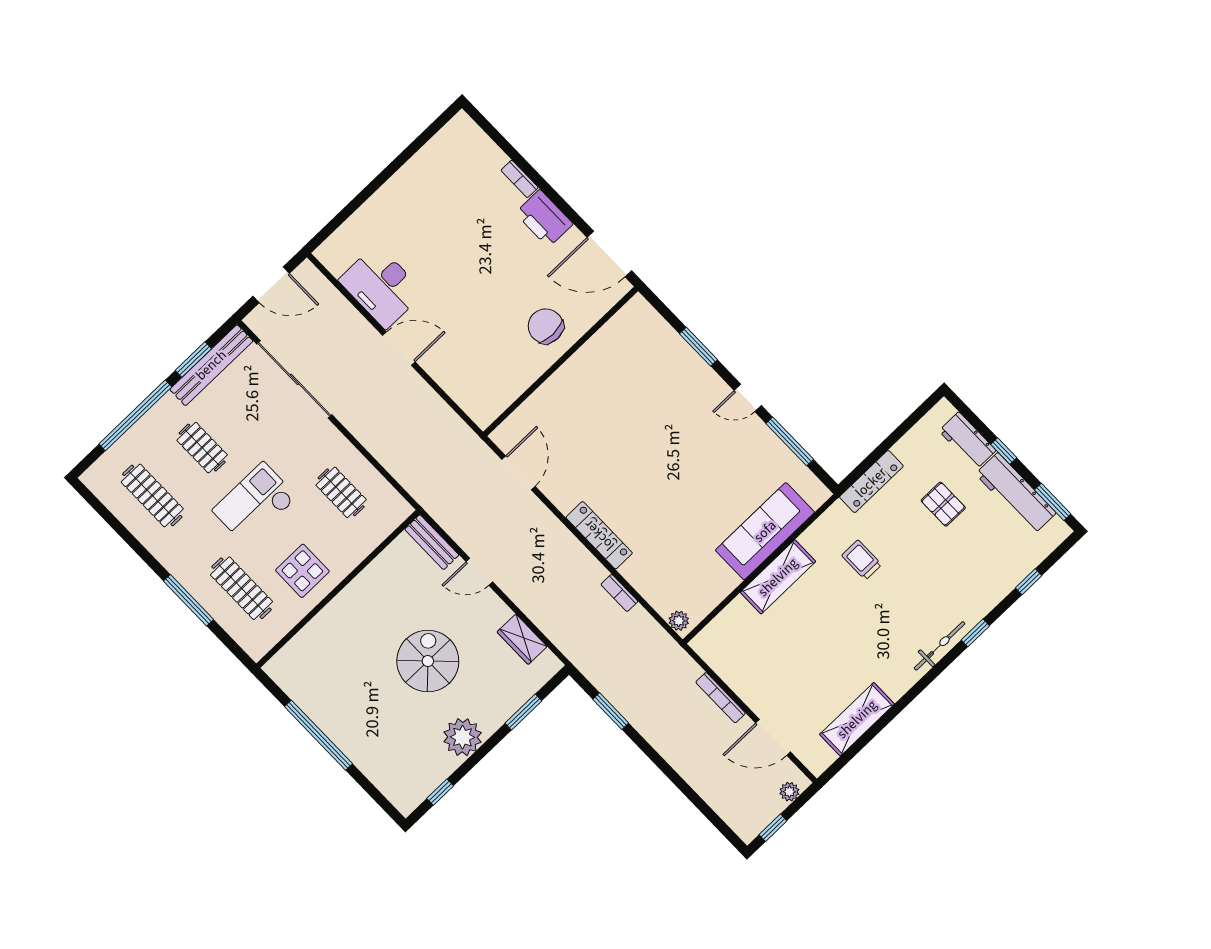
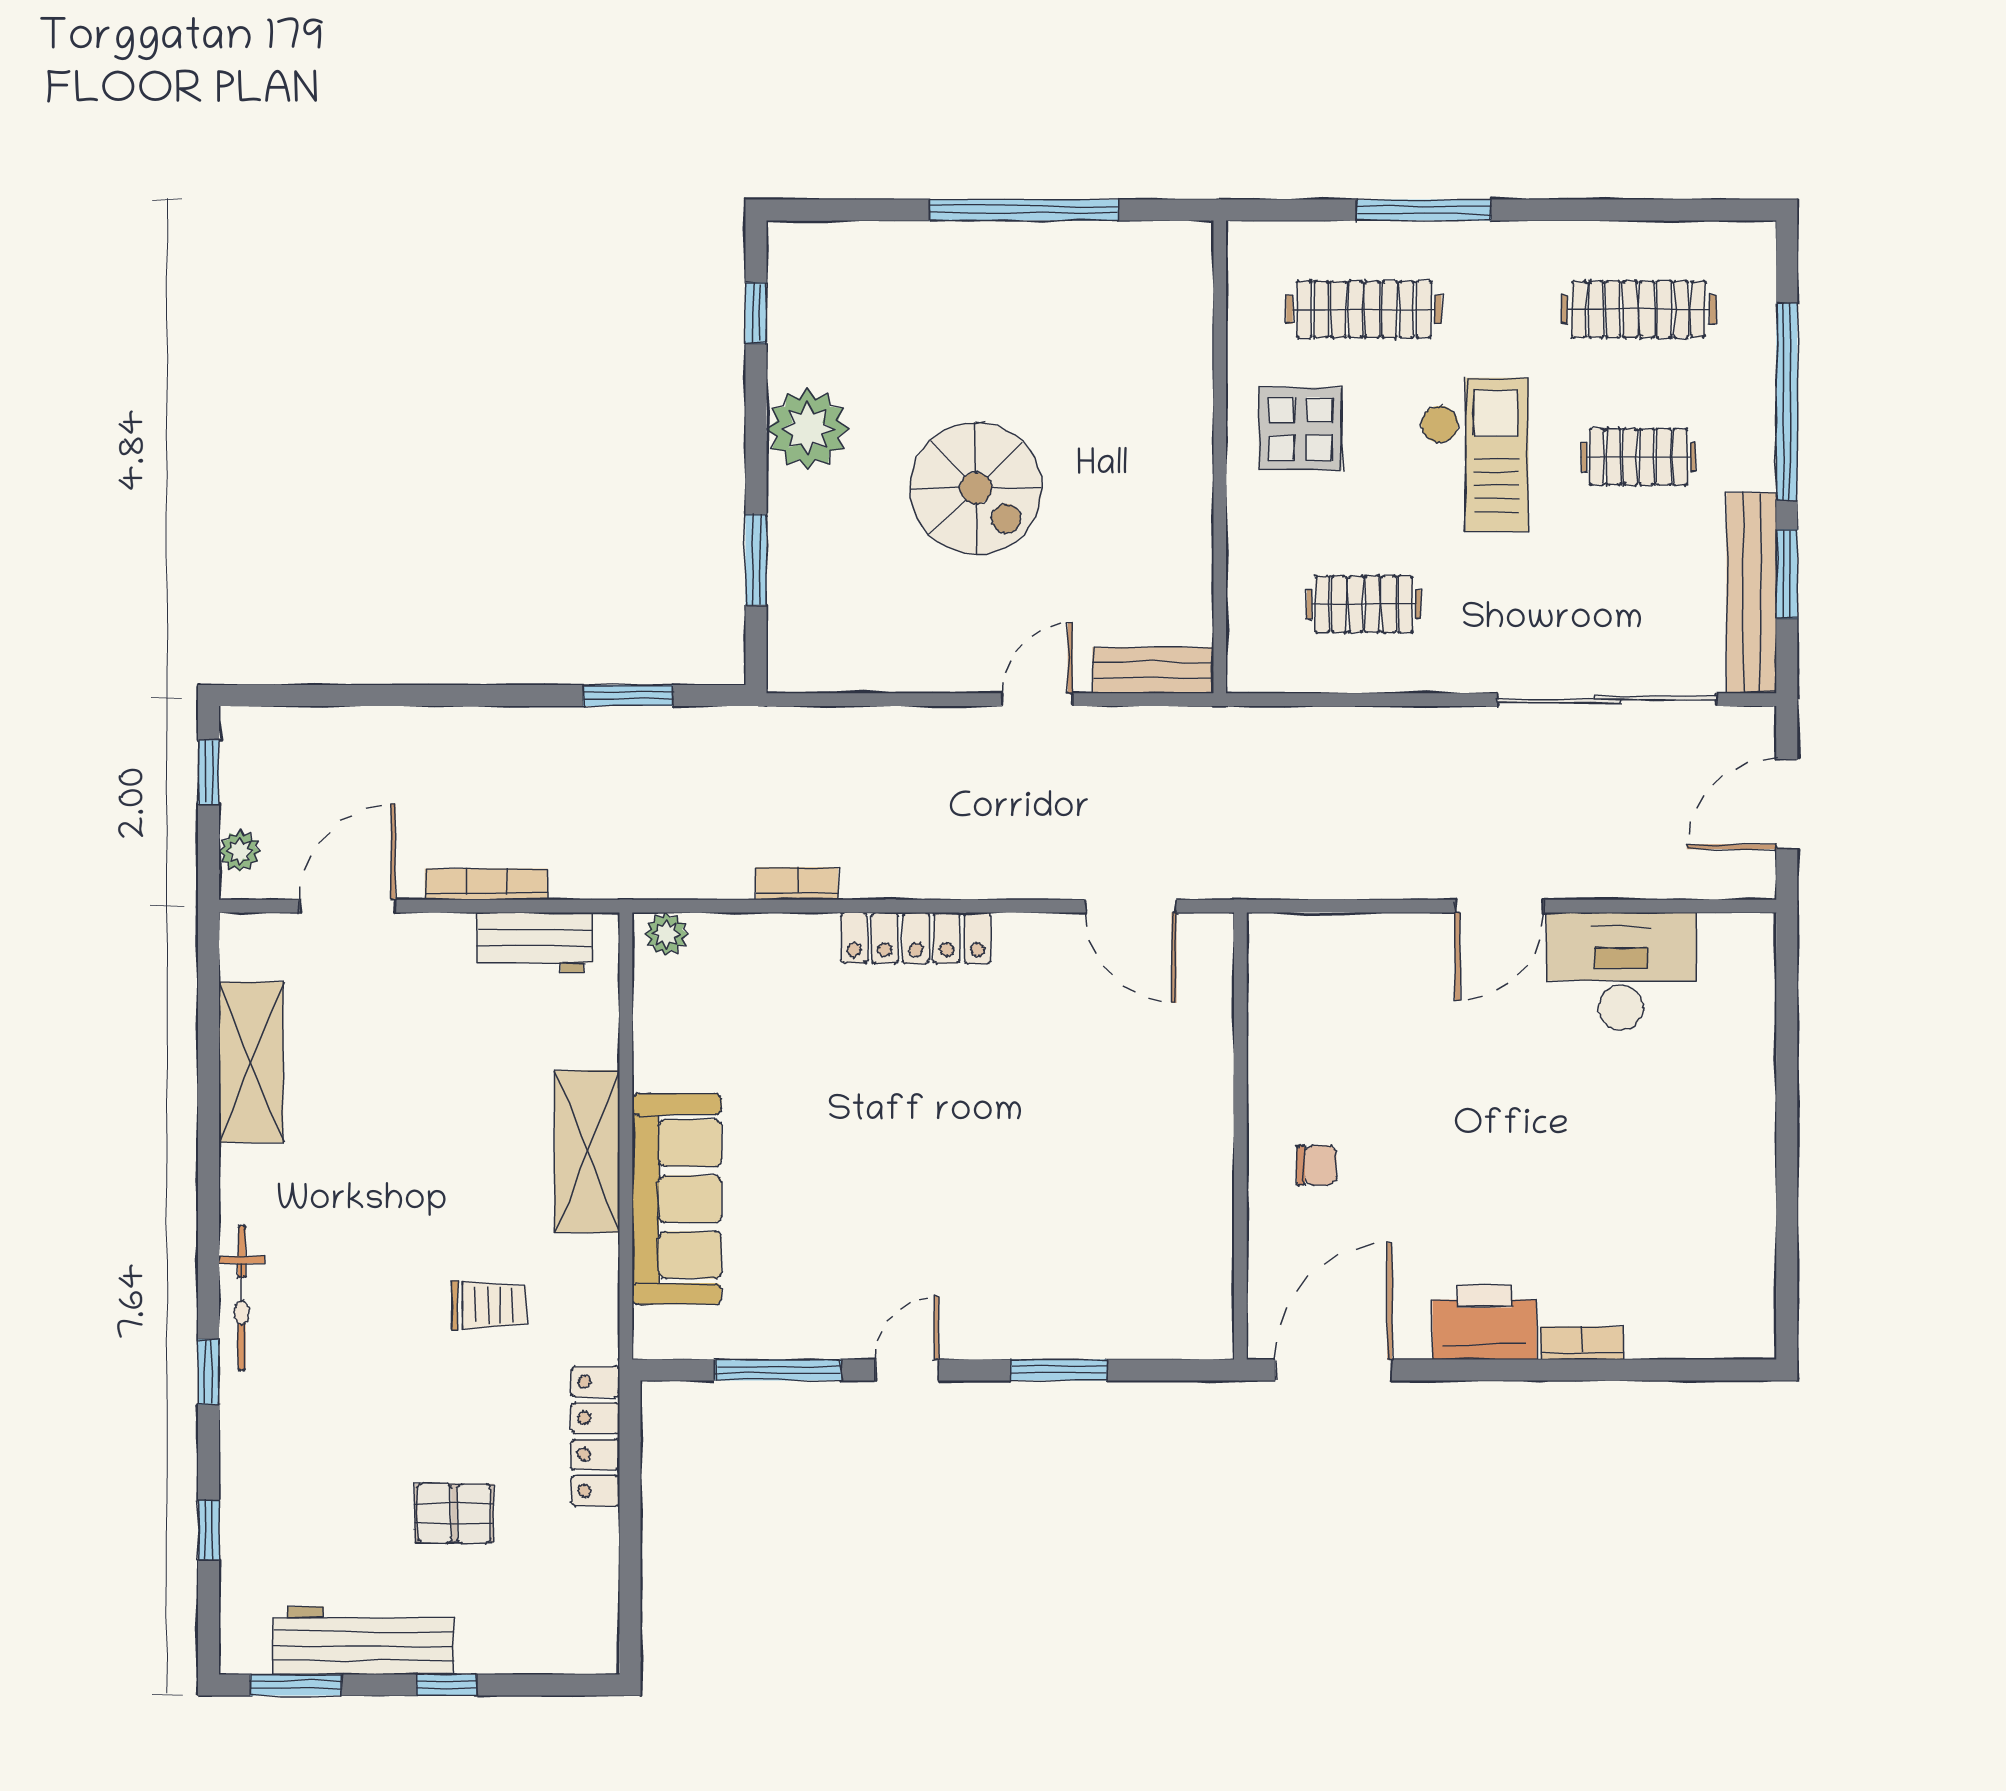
chair: (546, 326) -> (1317, 1165), width x0.54, depth x0.54
workbench: (967, 441) -> (535, 942), moved, turned 180
wardrobe: (522, 639) -> (870, 665), removed

